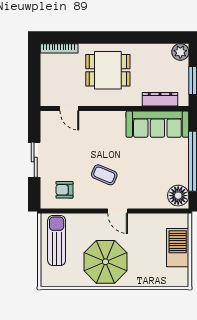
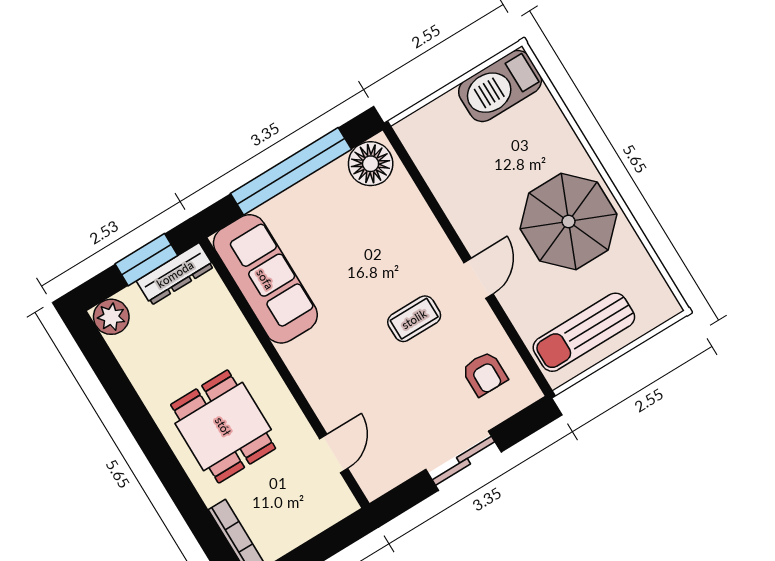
dresser: (160, 99) -> (175, 274), moved, turned -90
coffee table: (104, 175) -> (414, 319), turned 67
door: (118, 211) -> (478, 278), moved
barbecue: (178, 248) -> (500, 86), moved

